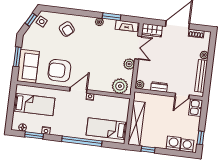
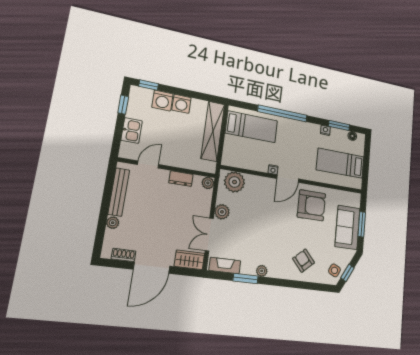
sofa: (28, 66) -> (348, 227), moved
kitchen sink: (196, 108) -> (132, 131), moved
washing machine: (187, 145) -> (182, 104), moved
window: (148, 149) -> (149, 85), moved

